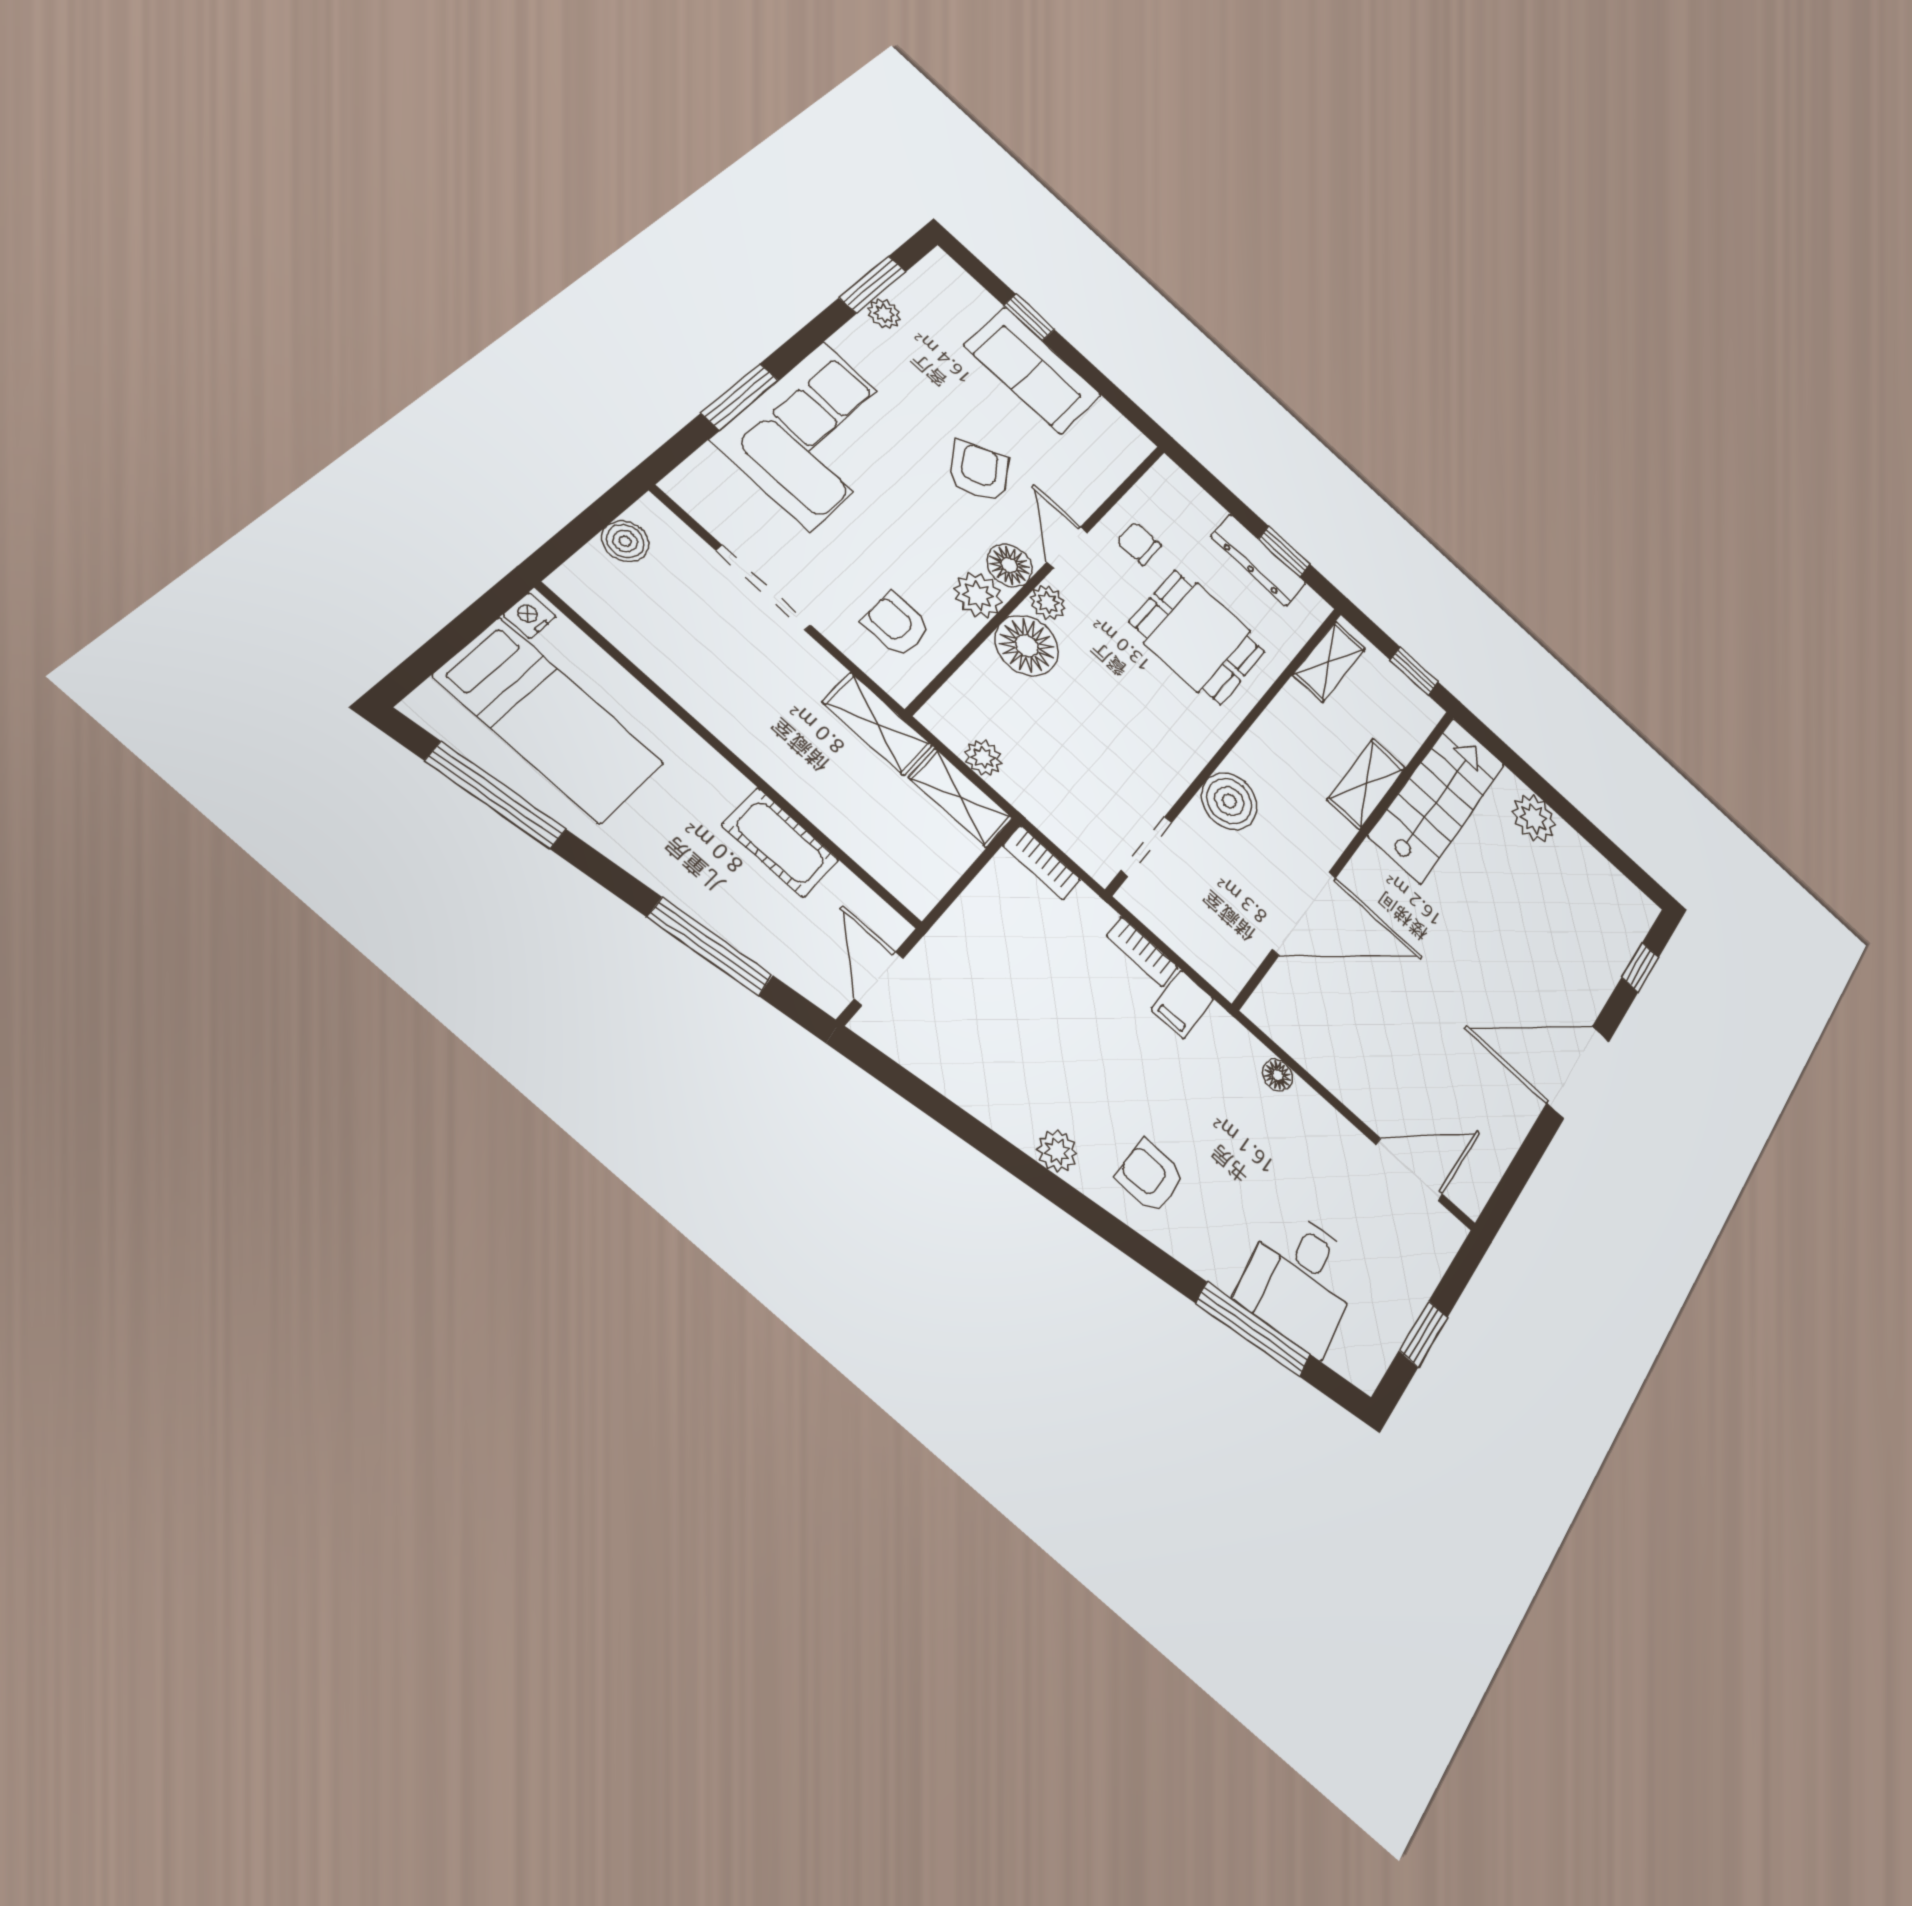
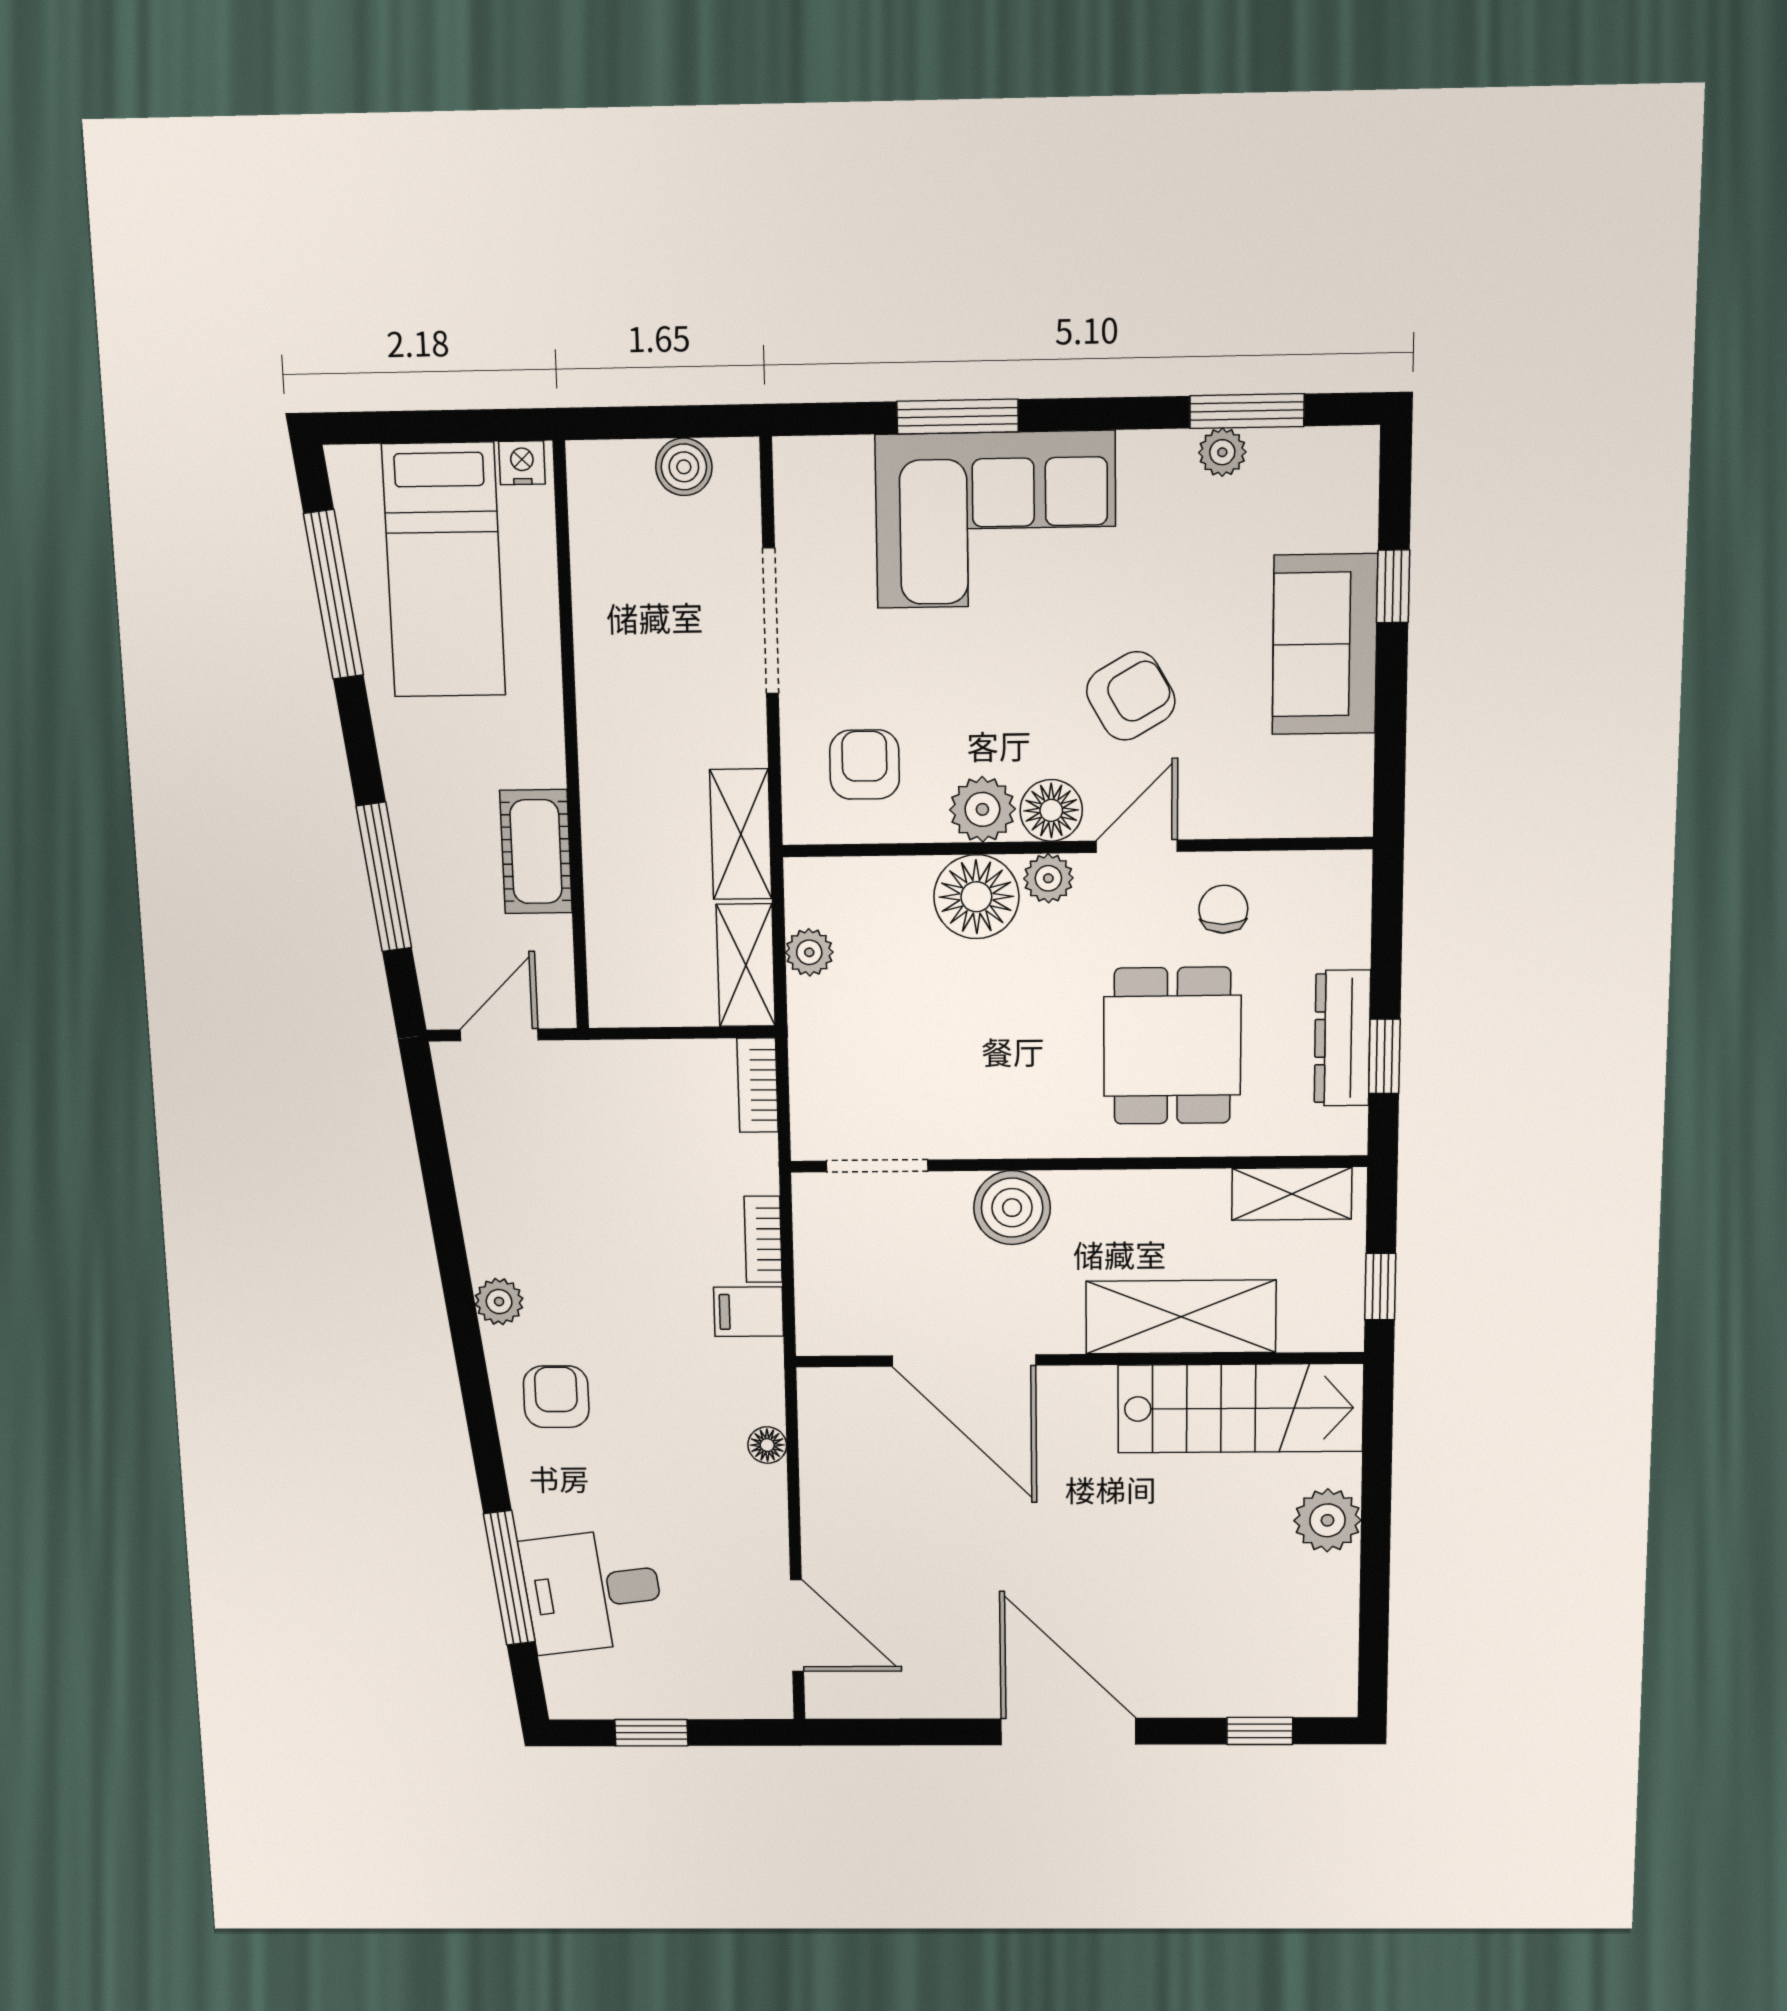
shelving: (1366, 784) -> (1181, 1317), width x1.50, depth x1.33

